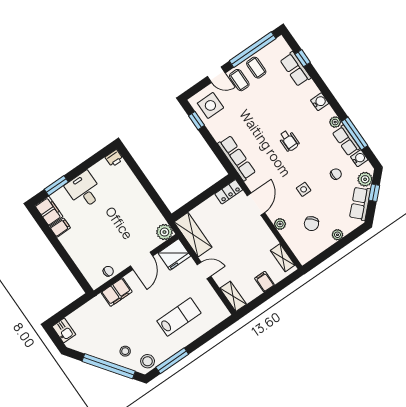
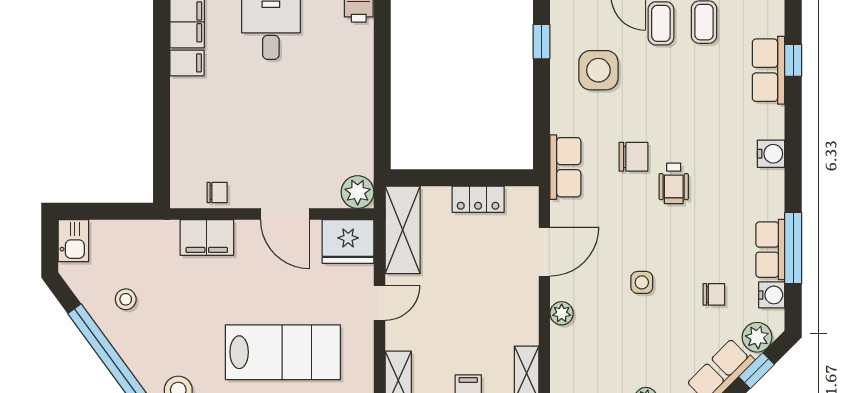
side table: (210, 105) -> (598, 70), moved
plant: (335, 122) -> (773, 206), removed
row of seats: (237, 158) -> (565, 167), width x0.68
locker: (229, 192) -> (478, 199), moved
chair: (311, 224) -> (633, 157), moved, turned -134
door: (142, 261) -> (285, 214), hinge flipped
door: (204, 270) -> (379, 303), hinge flipped
lab bench: (179, 317) -> (283, 352), width x1.36, depth x1.39
stool: (125, 351) -> (126, 299), moved

